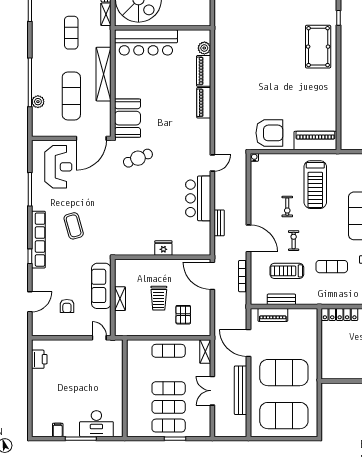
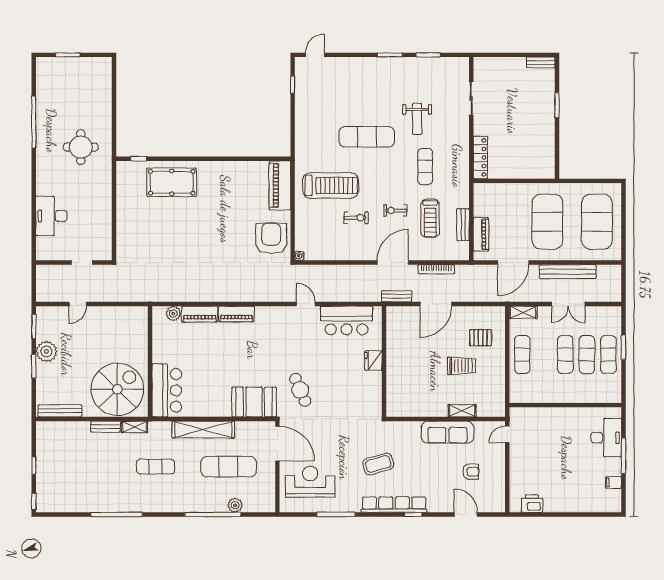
bar counter: (146, 42) -> (167, 390), width x0.73
bench: (219, 223) -> (397, 296), moved
fridge: (163, 248) -> (373, 361), moved
wall: (163, 257) -> (384, 361), moved

